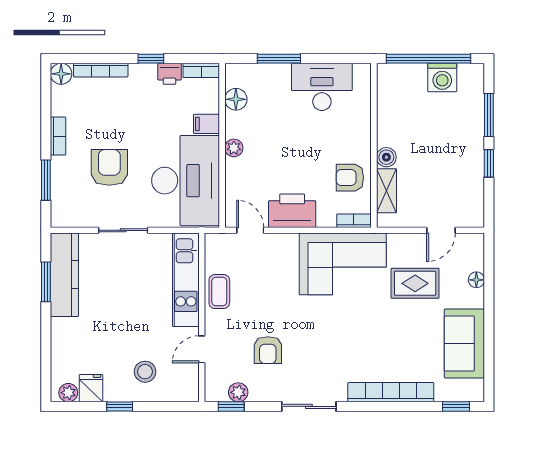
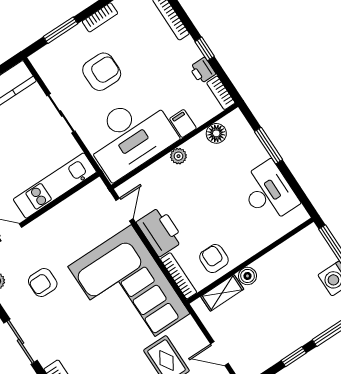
bookcase: (354, 221) -> (179, 276), width x1.56
corner sofa: (343, 264) -> (129, 290), width x1.36, depth x1.36
coffee table: (219, 292) -> (63, 217), removed

